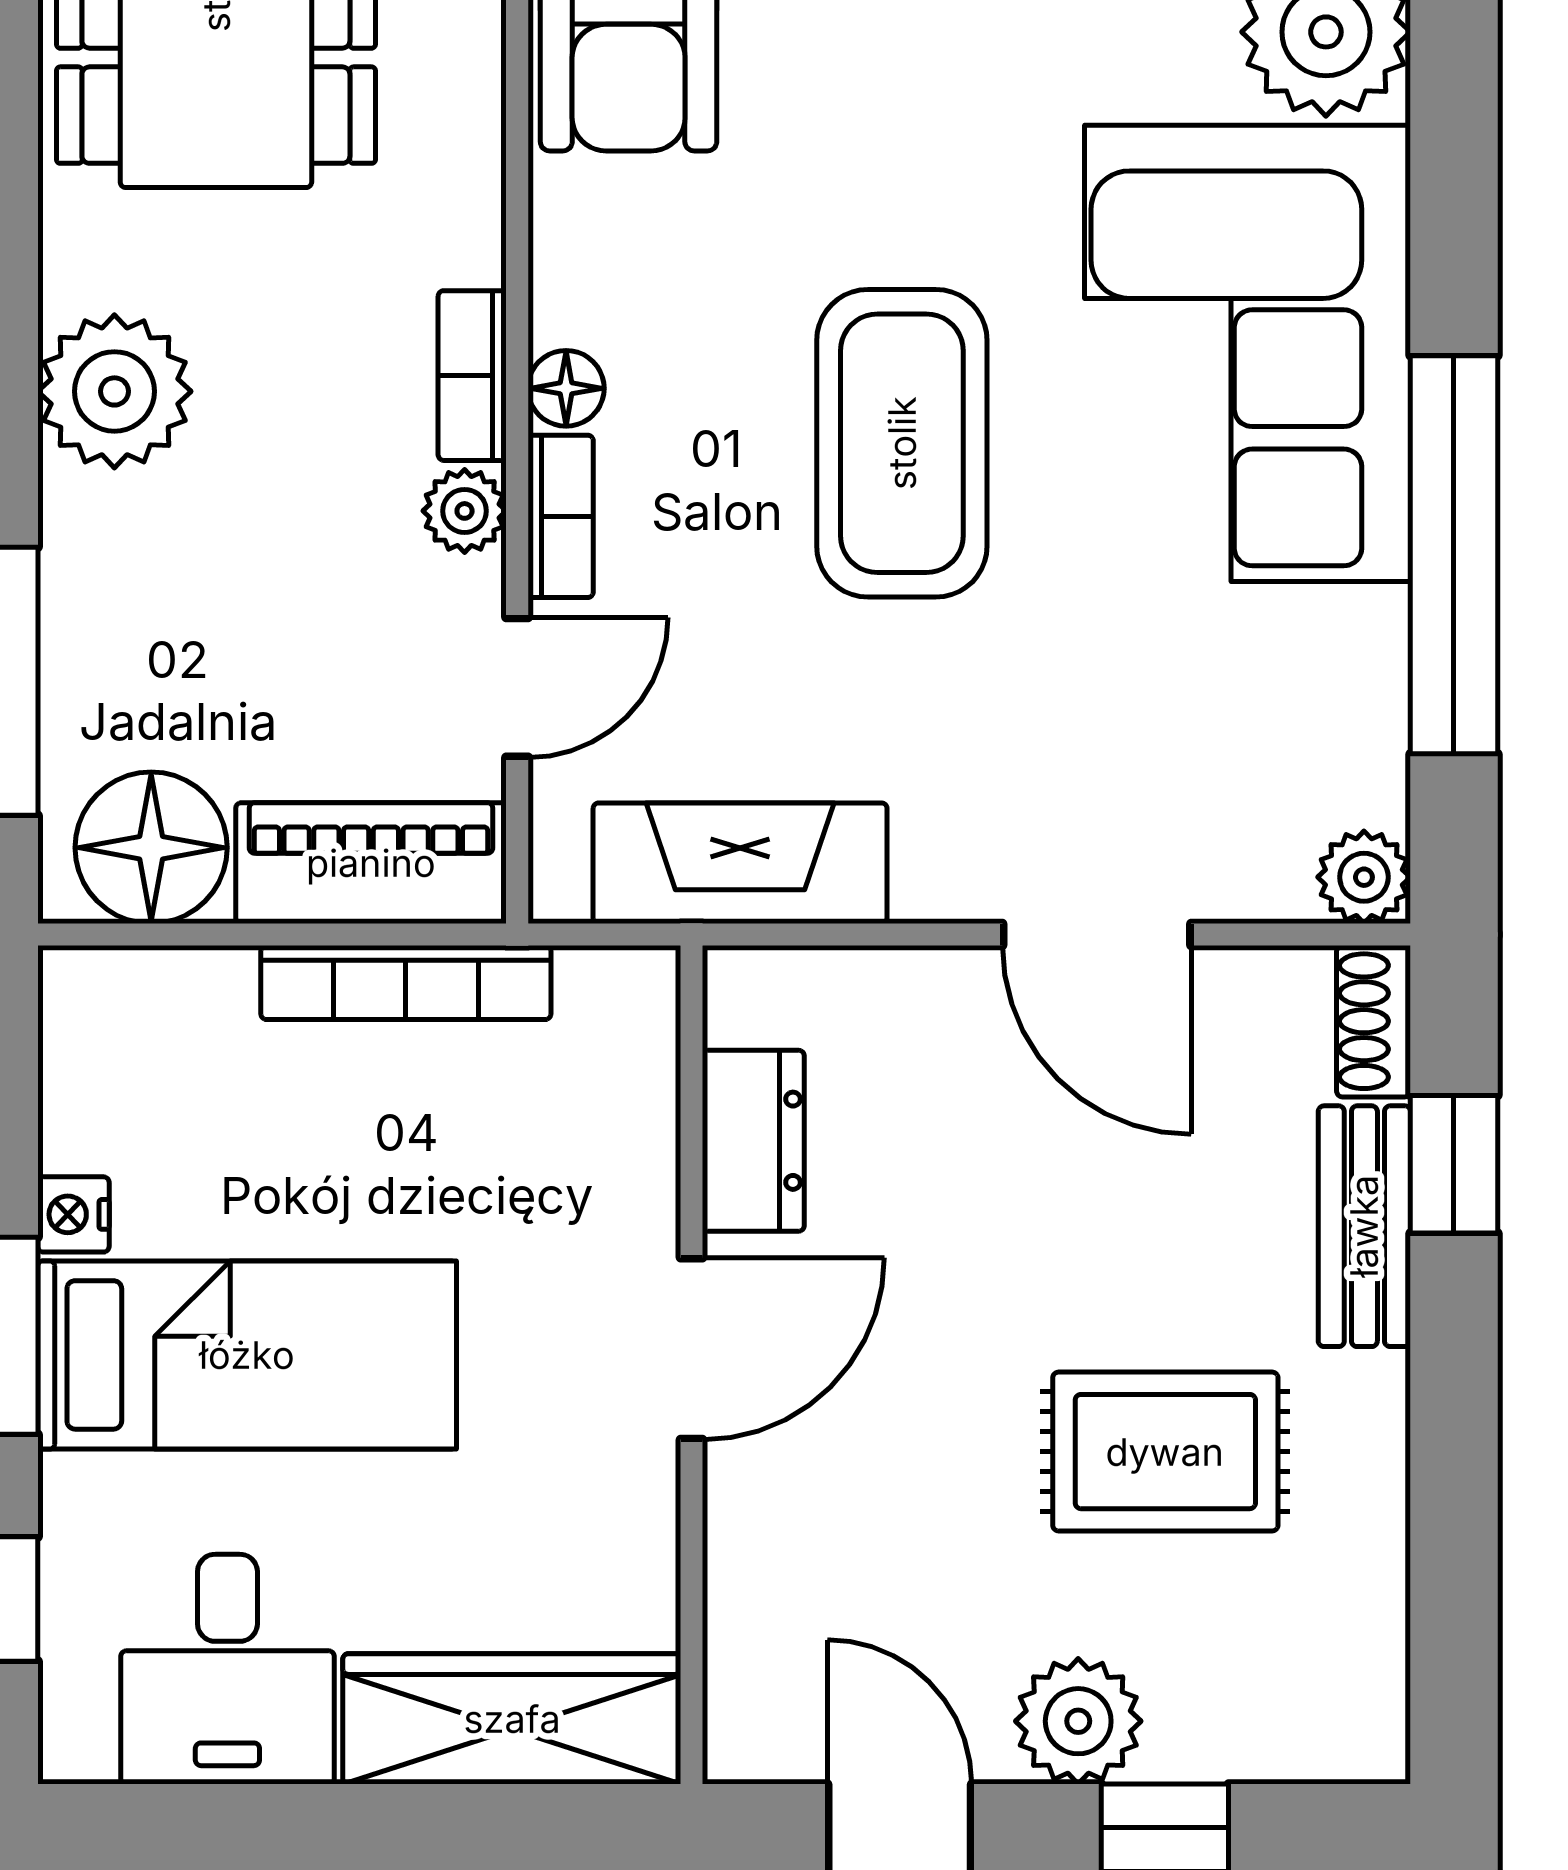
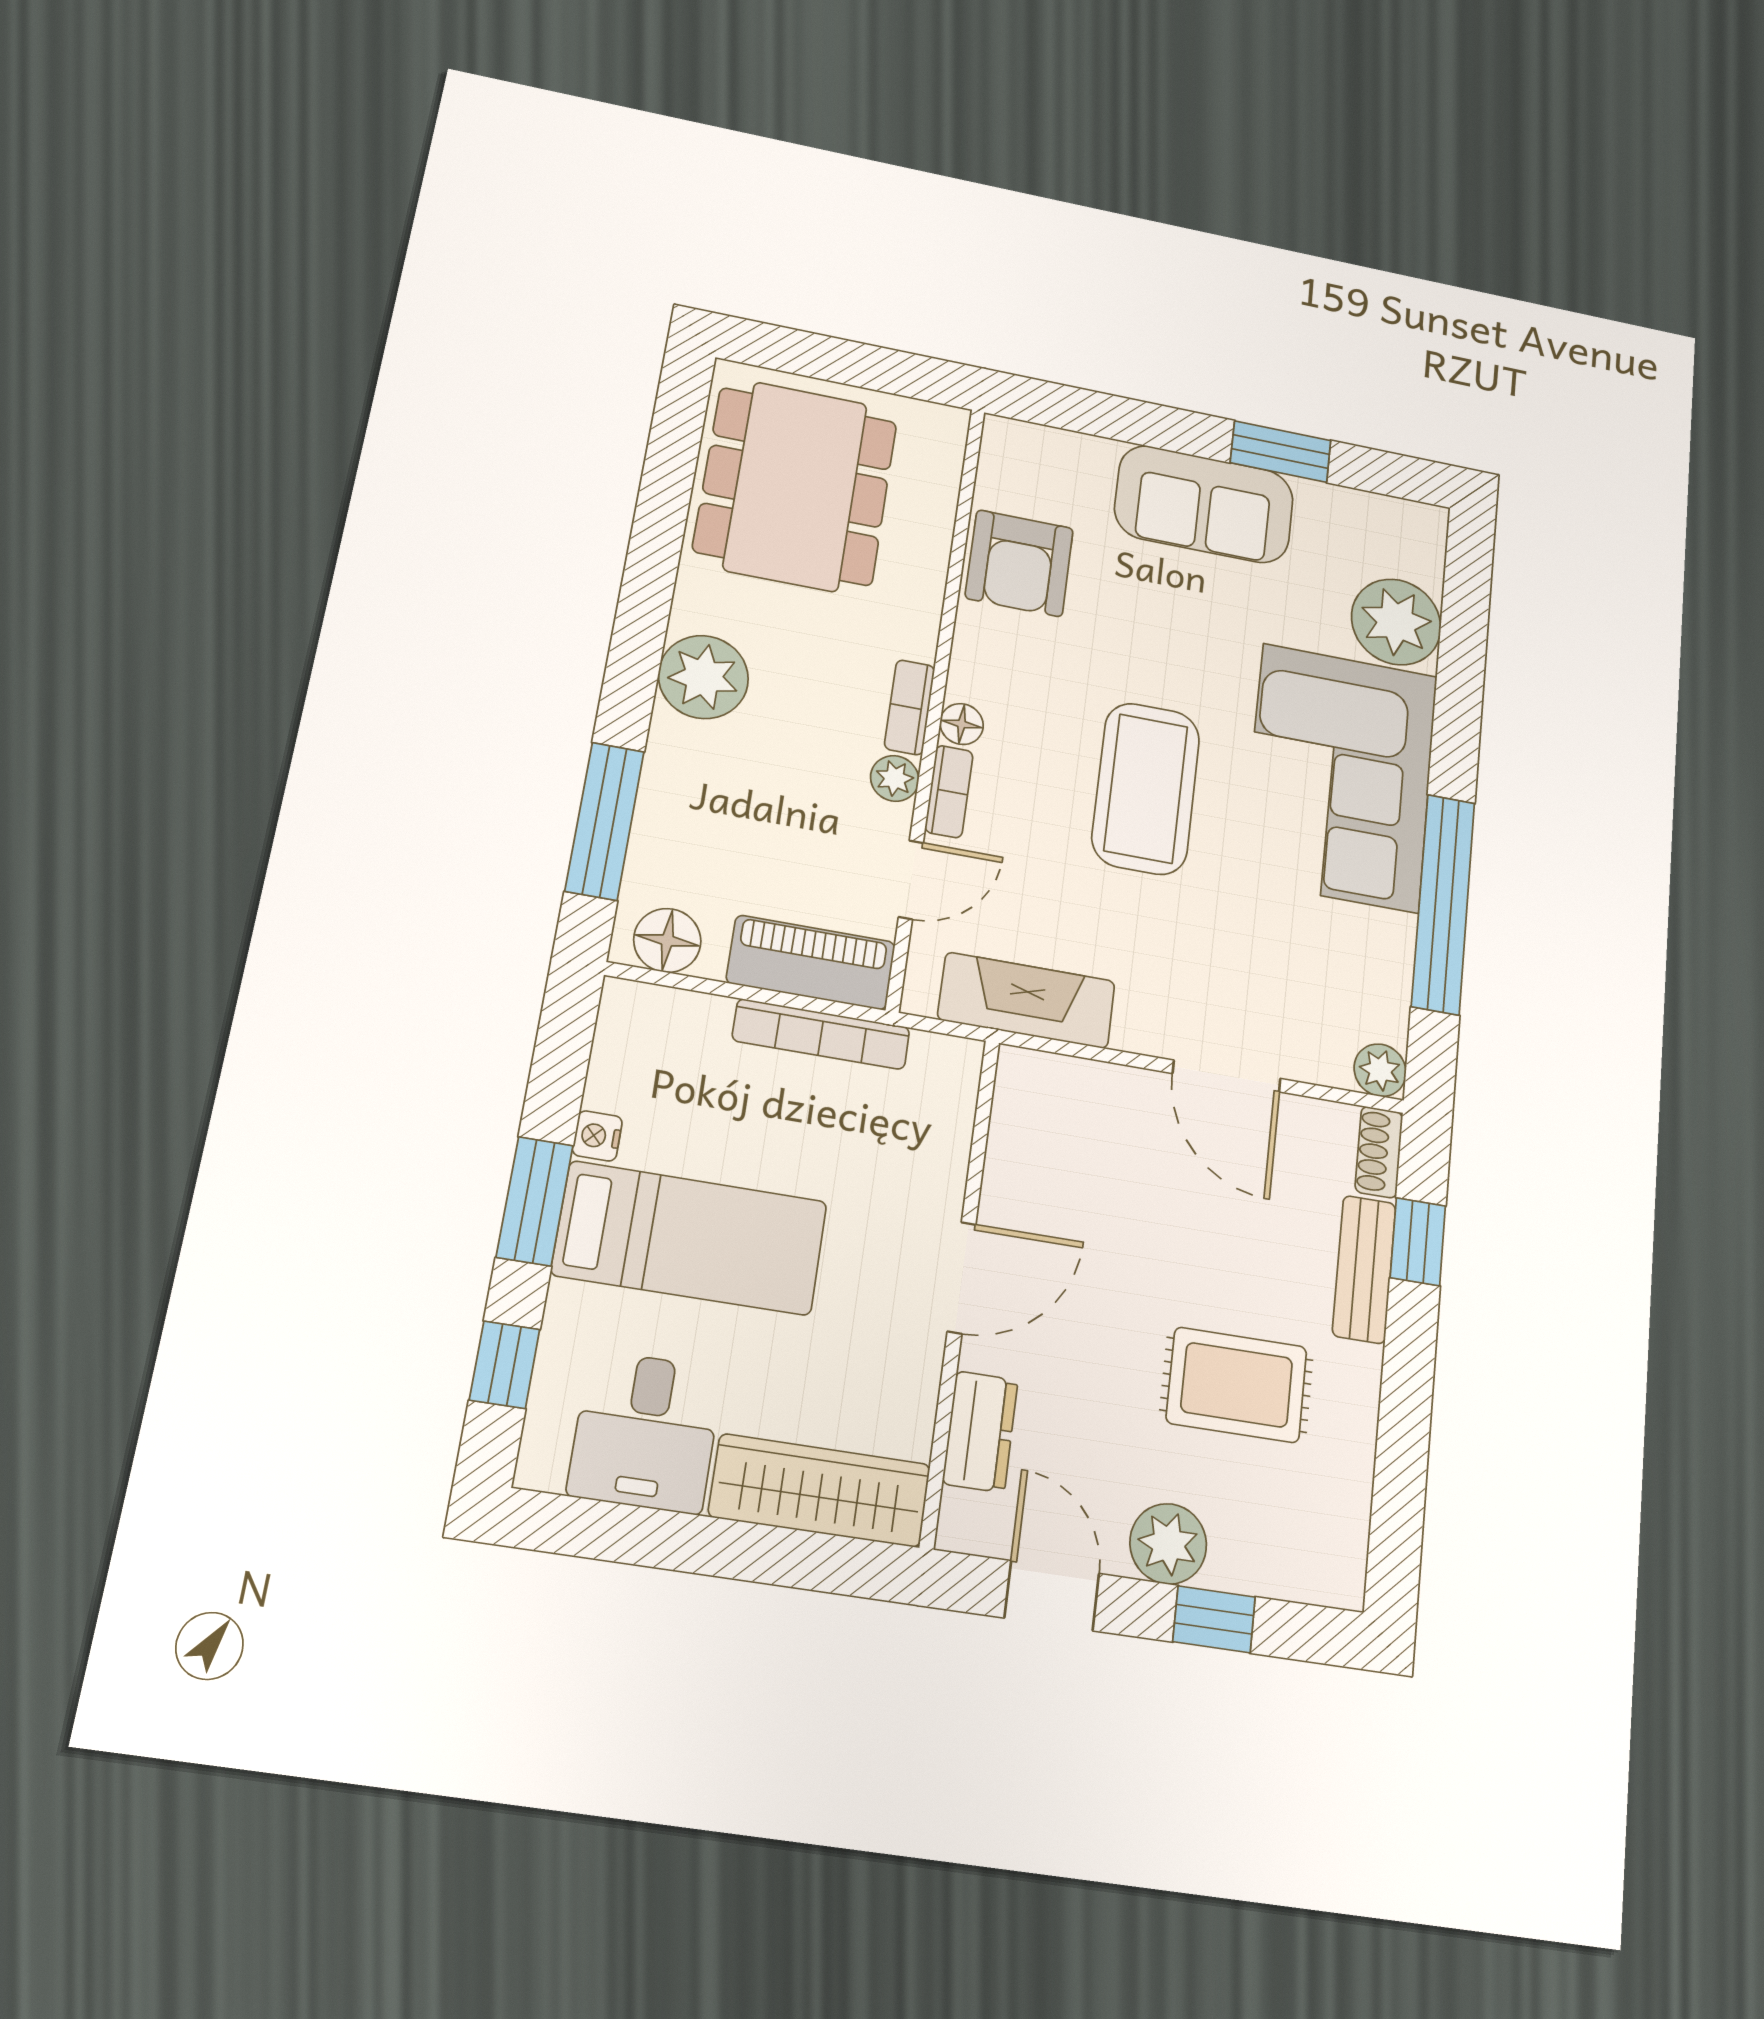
floor lamp: (151, 848) -> (667, 940), width x0.73, depth x0.73
dresser: (753, 1141) -> (980, 1432), moved

